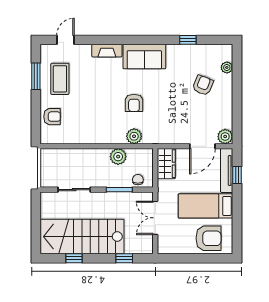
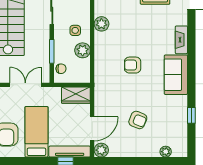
armchair: (203, 85) -> (138, 120), moved
plant: (134, 136) -> (101, 24), moved
door: (202, 146) -> (92, 129), swing flipped
side table: (97, 164) -> (75, 30), added

